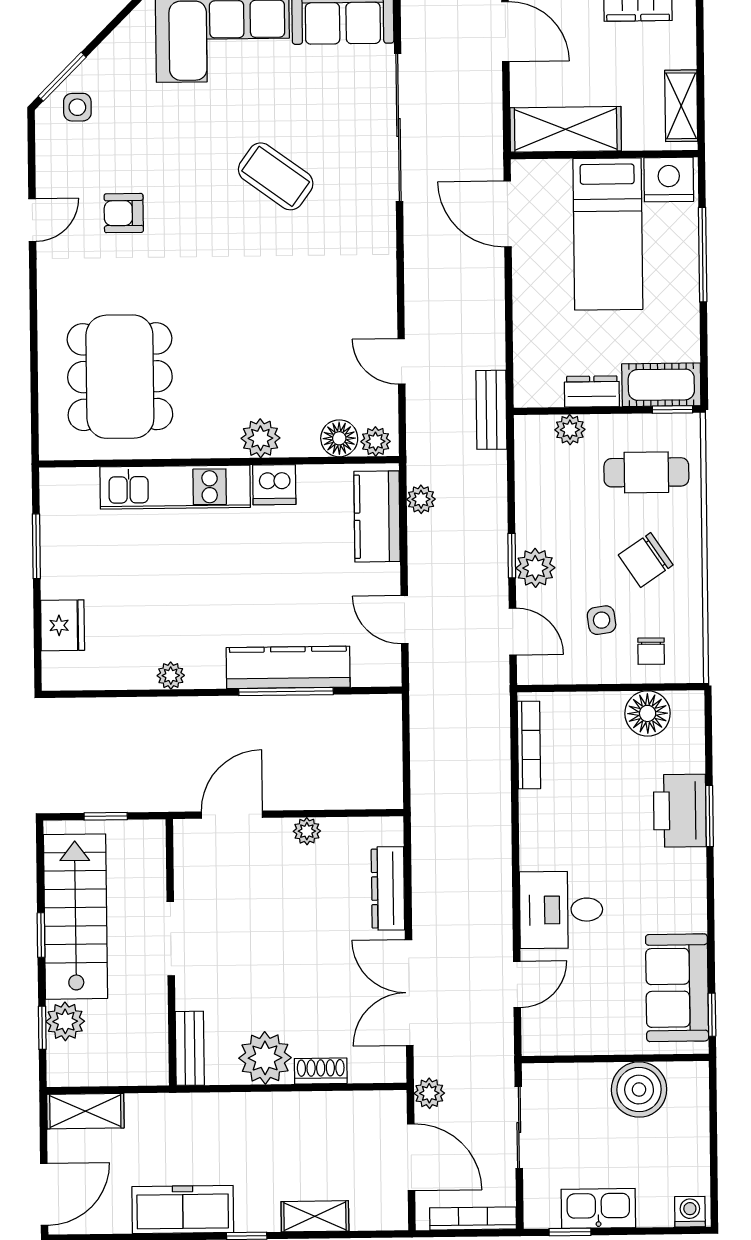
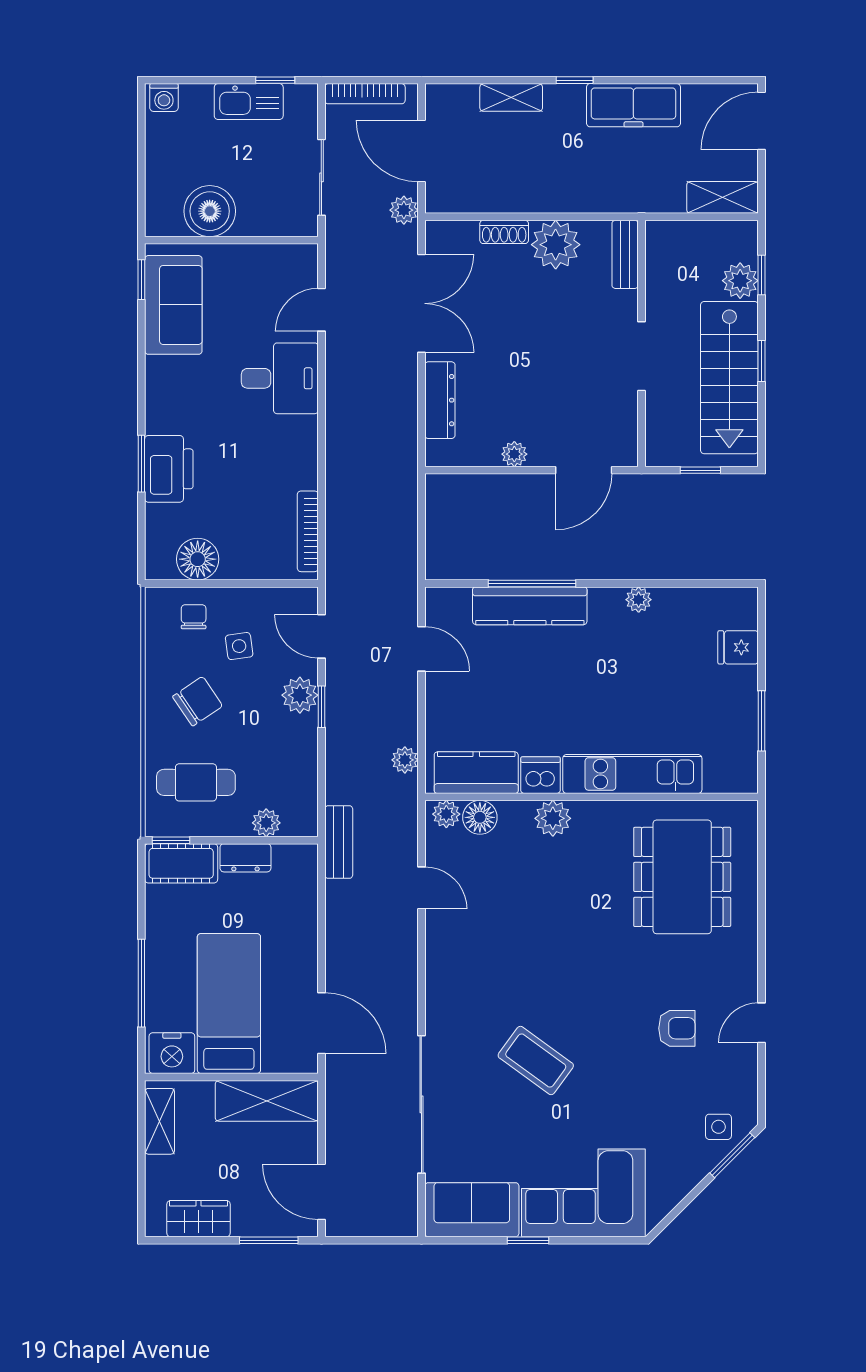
kitchen counter: (377, 516) -> (476, 773), moved, turned -90
fridge: (63, 625) -> (738, 647), width x0.72

